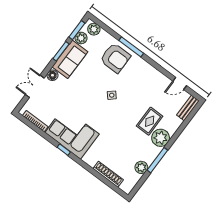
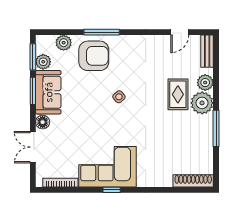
plant: (94, 29) -> (64, 43), moved
plant: (141, 167) -> (205, 83), moved
shoe rack: (108, 174) -> (193, 181), moved

